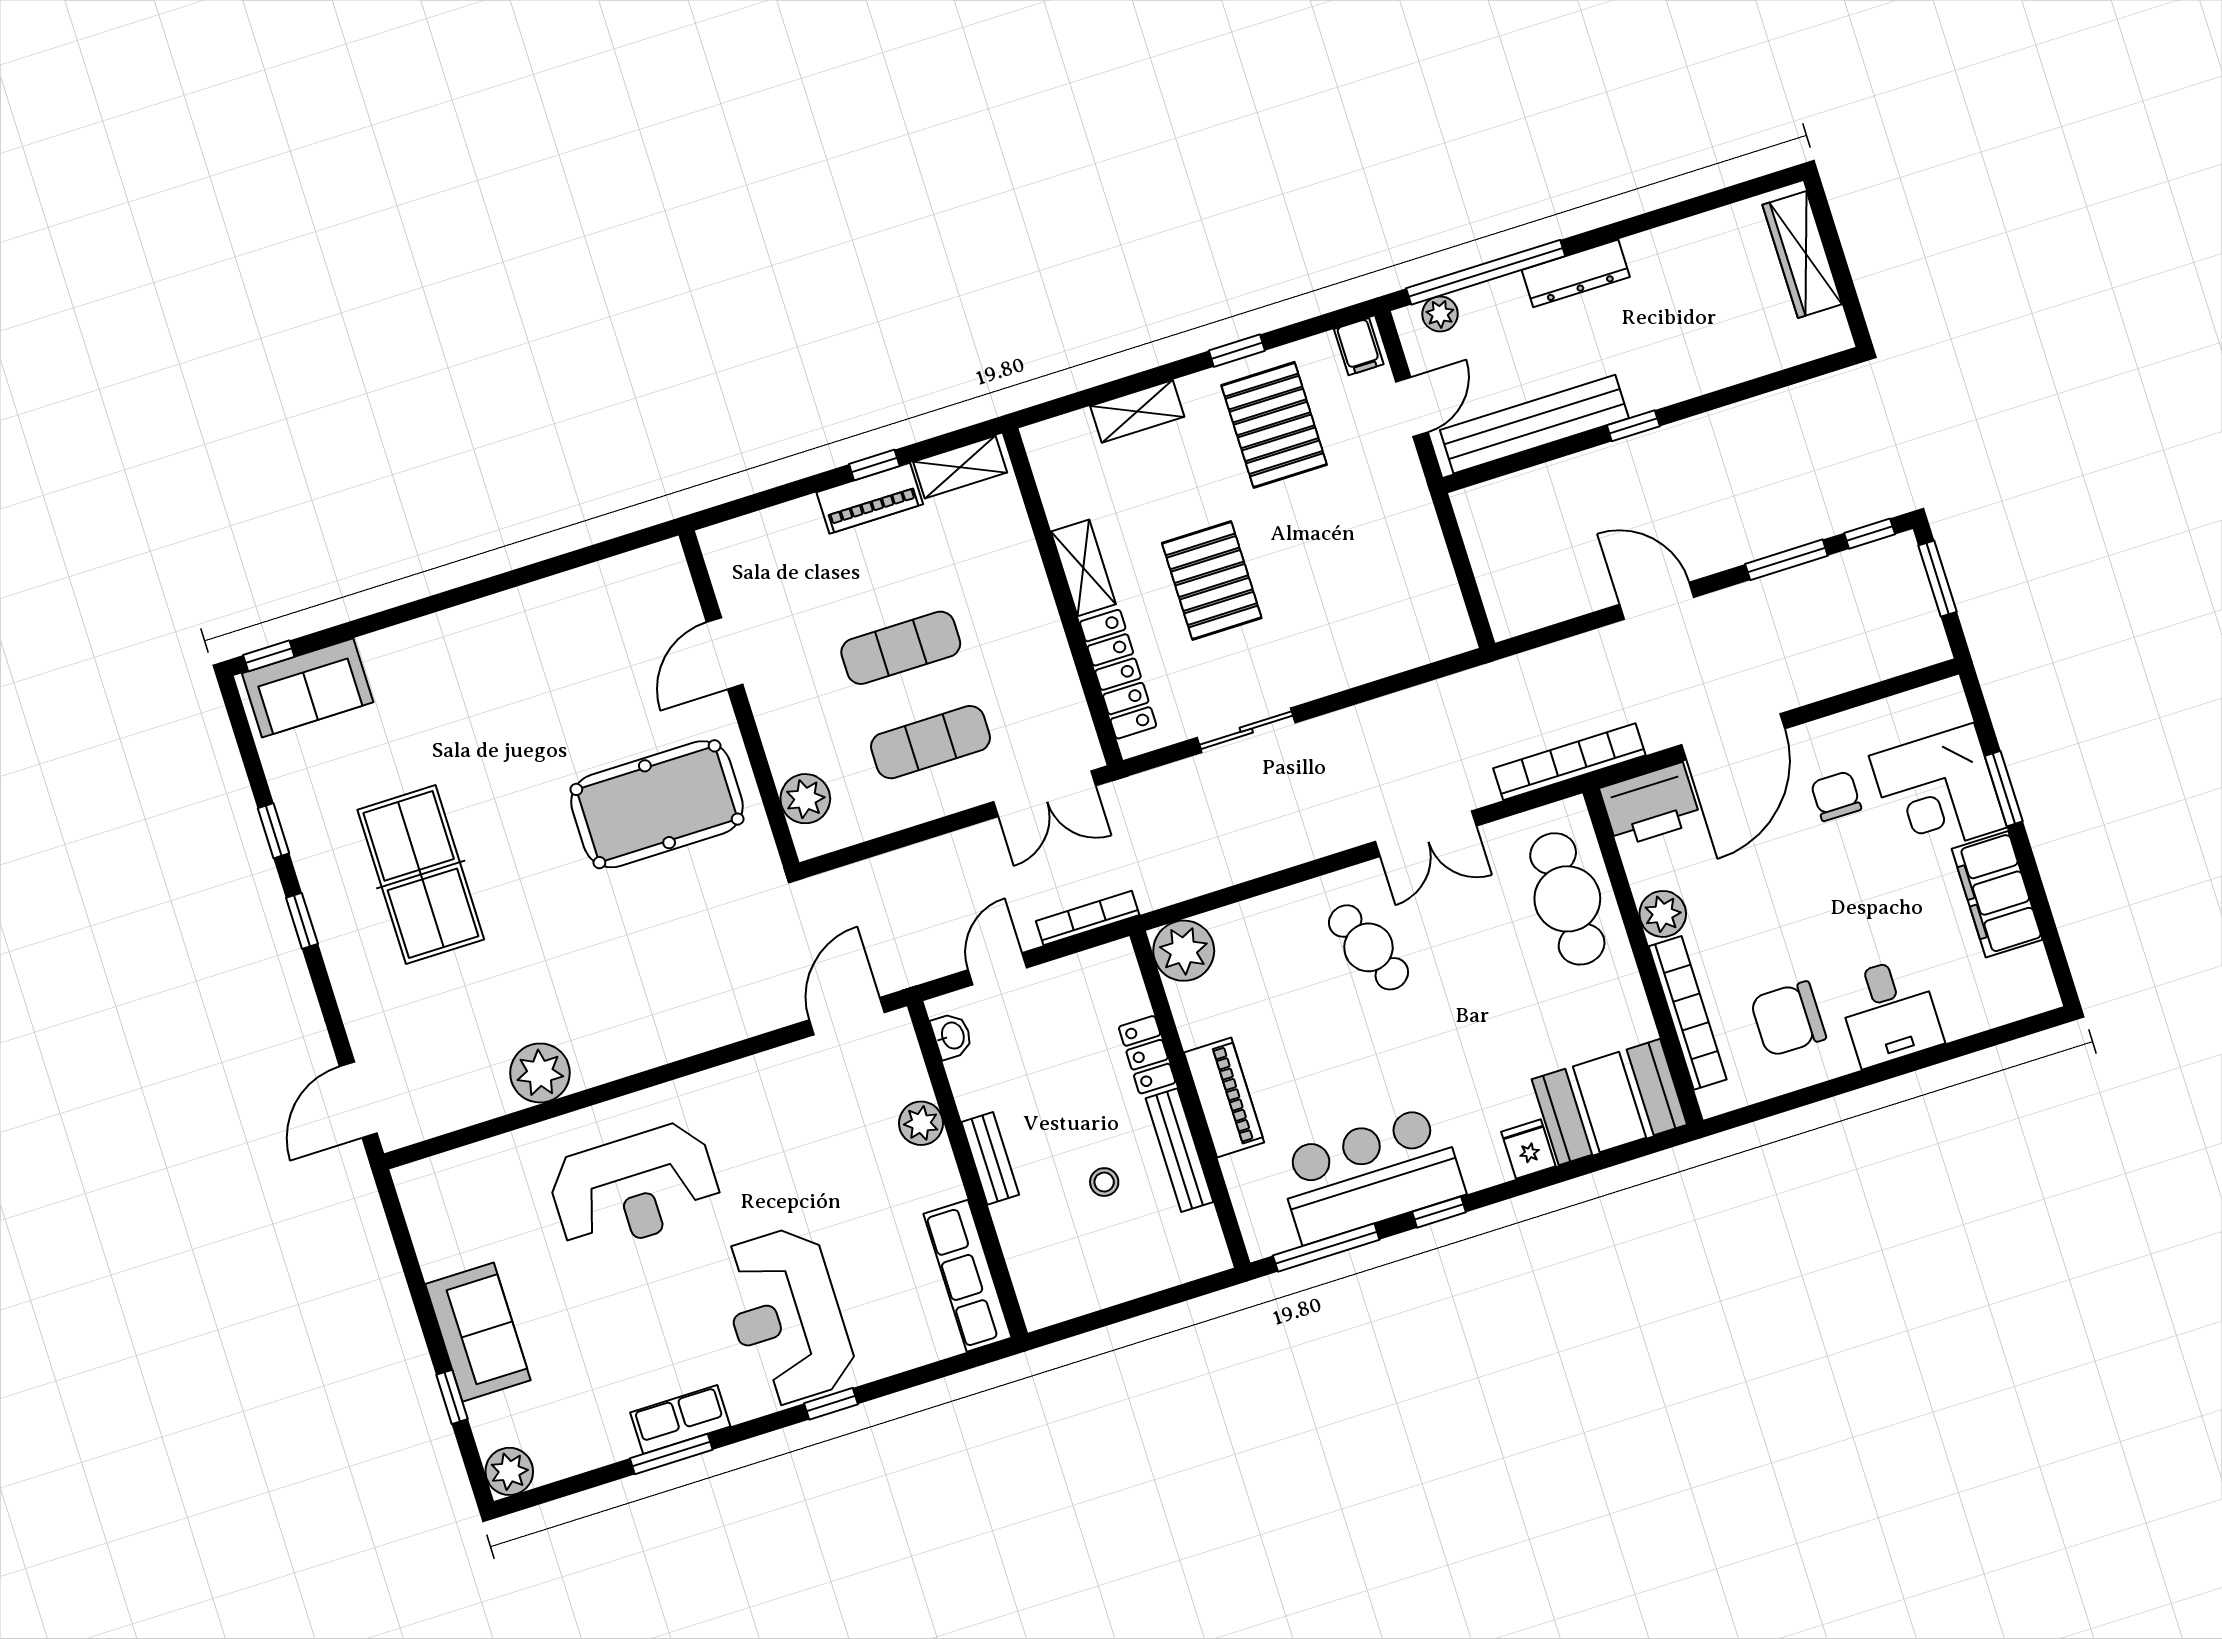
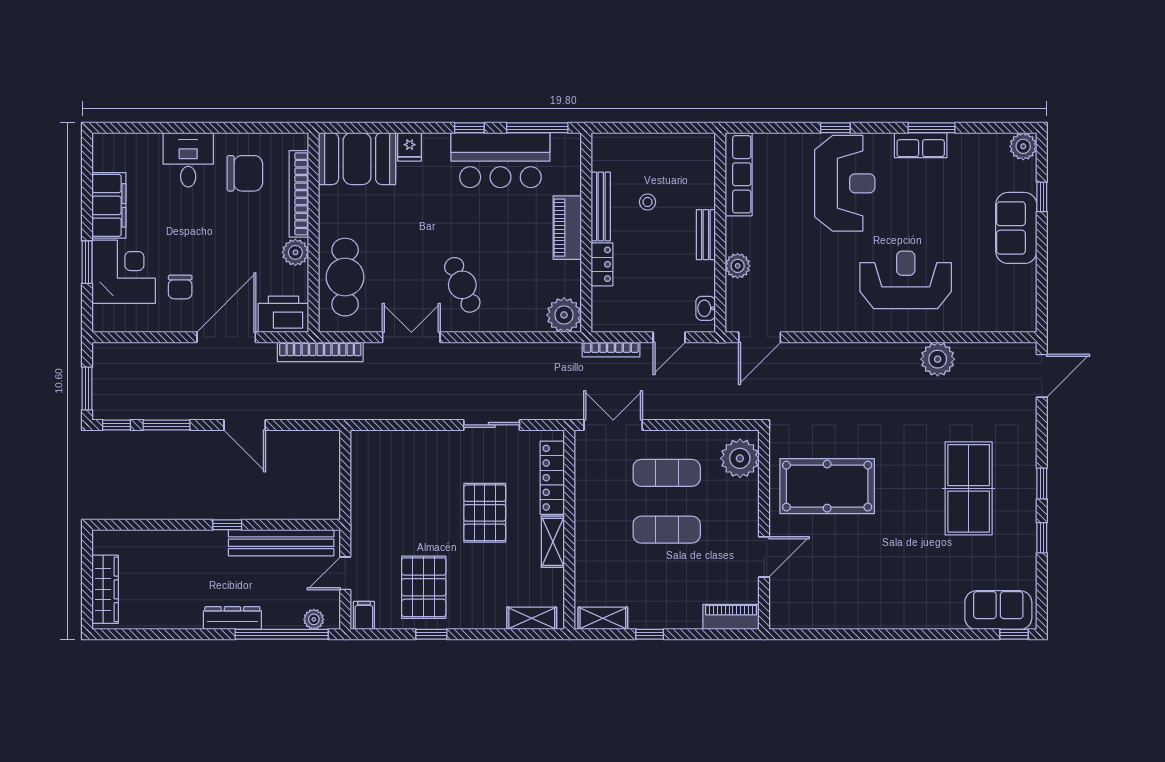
shelving: (1137, 411) -> (532, 618), moved
piano: (870, 498) -> (731, 617), moved
plant: (805, 799) -> (740, 458), width x1.36, depth x1.36

